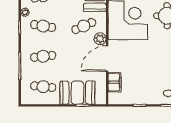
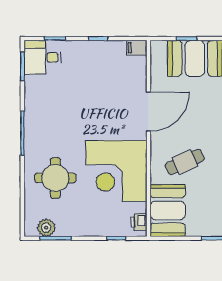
plant: (100, 39) -> (159, 142), removed
filing cabinet: (115, 82) -> (137, 48), moved, width x0.50

